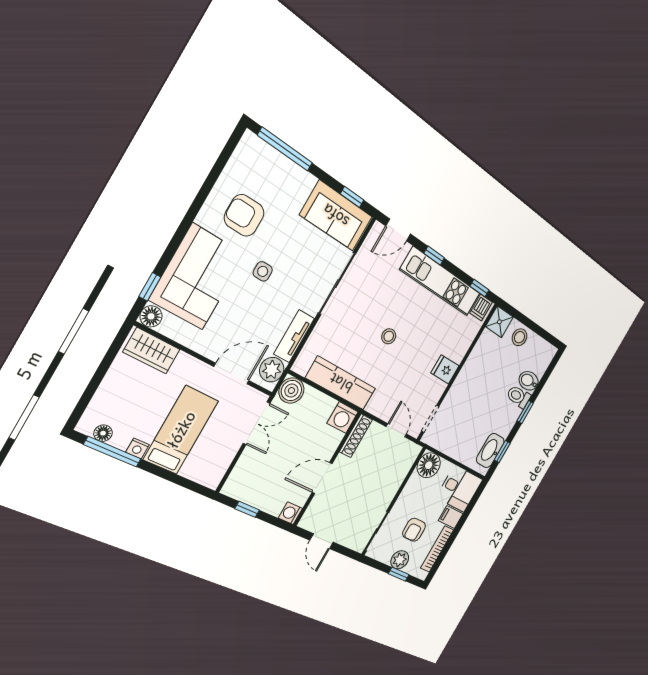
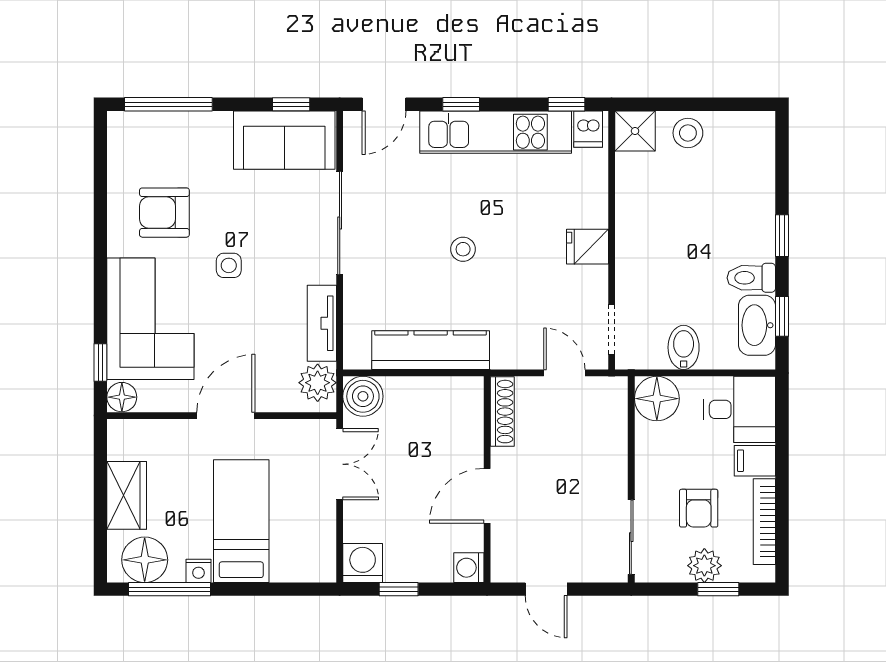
wardrobe: (152, 351) -> (127, 495), moved, turned -90
door: (232, 374) -> (226, 416), moved
bidet: (529, 381) -> (684, 347), moved, turned 90
toilet: (519, 397) -> (751, 278), moved
washing machine: (343, 418) -> (363, 563), moved, turned 180
floor lamp: (103, 433) -> (145, 560), width x1.89, depth x1.89

